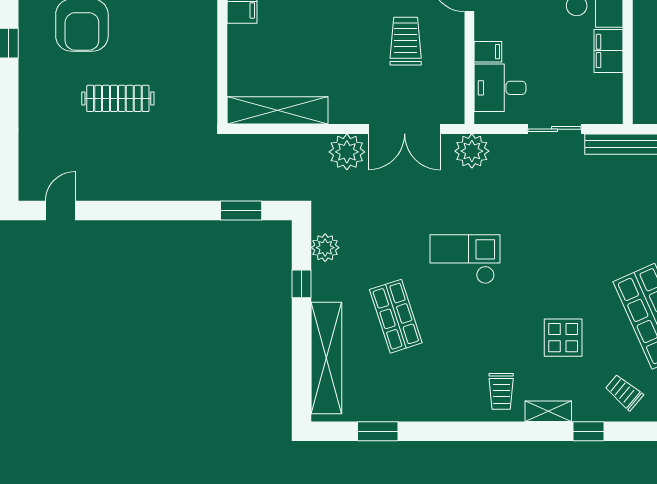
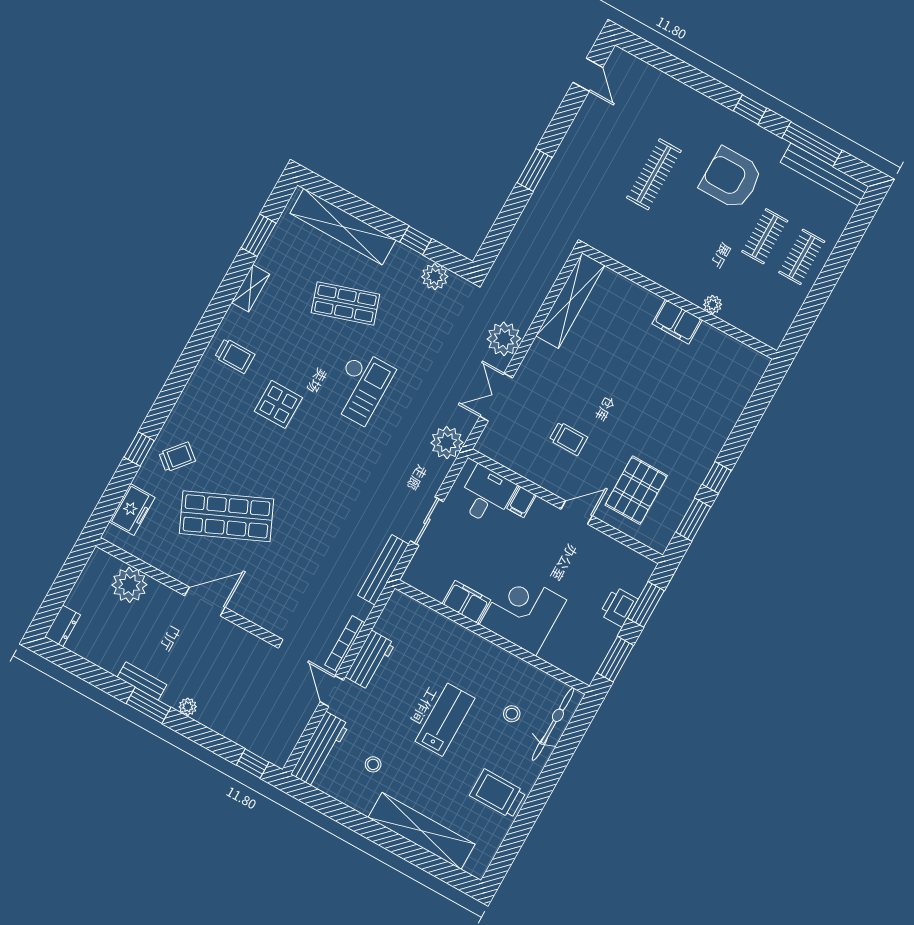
trolley: (406, 41) -> (568, 439), width x0.73, depth x0.72
double door: (405, 129) -> (496, 397), width x0.73
window: (241, 211) -> (535, 170), moved
display table: (563, 338) -> (278, 404), moved
trolley: (501, 391) -> (235, 356), turned 180
shelving: (548, 411) -> (251, 288), moved
window: (588, 431) -> (139, 449), moved

